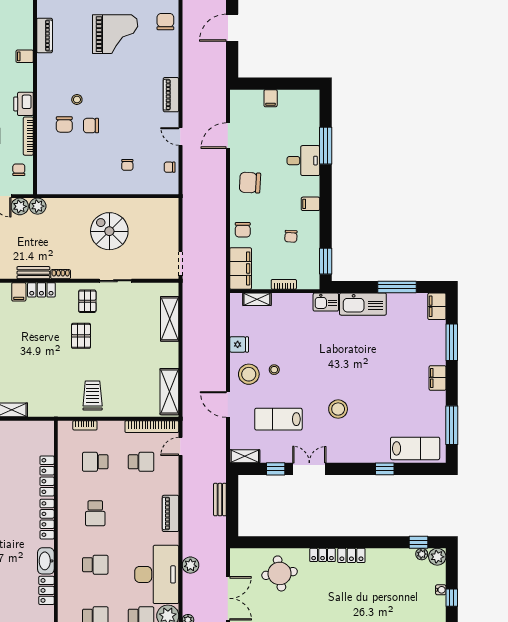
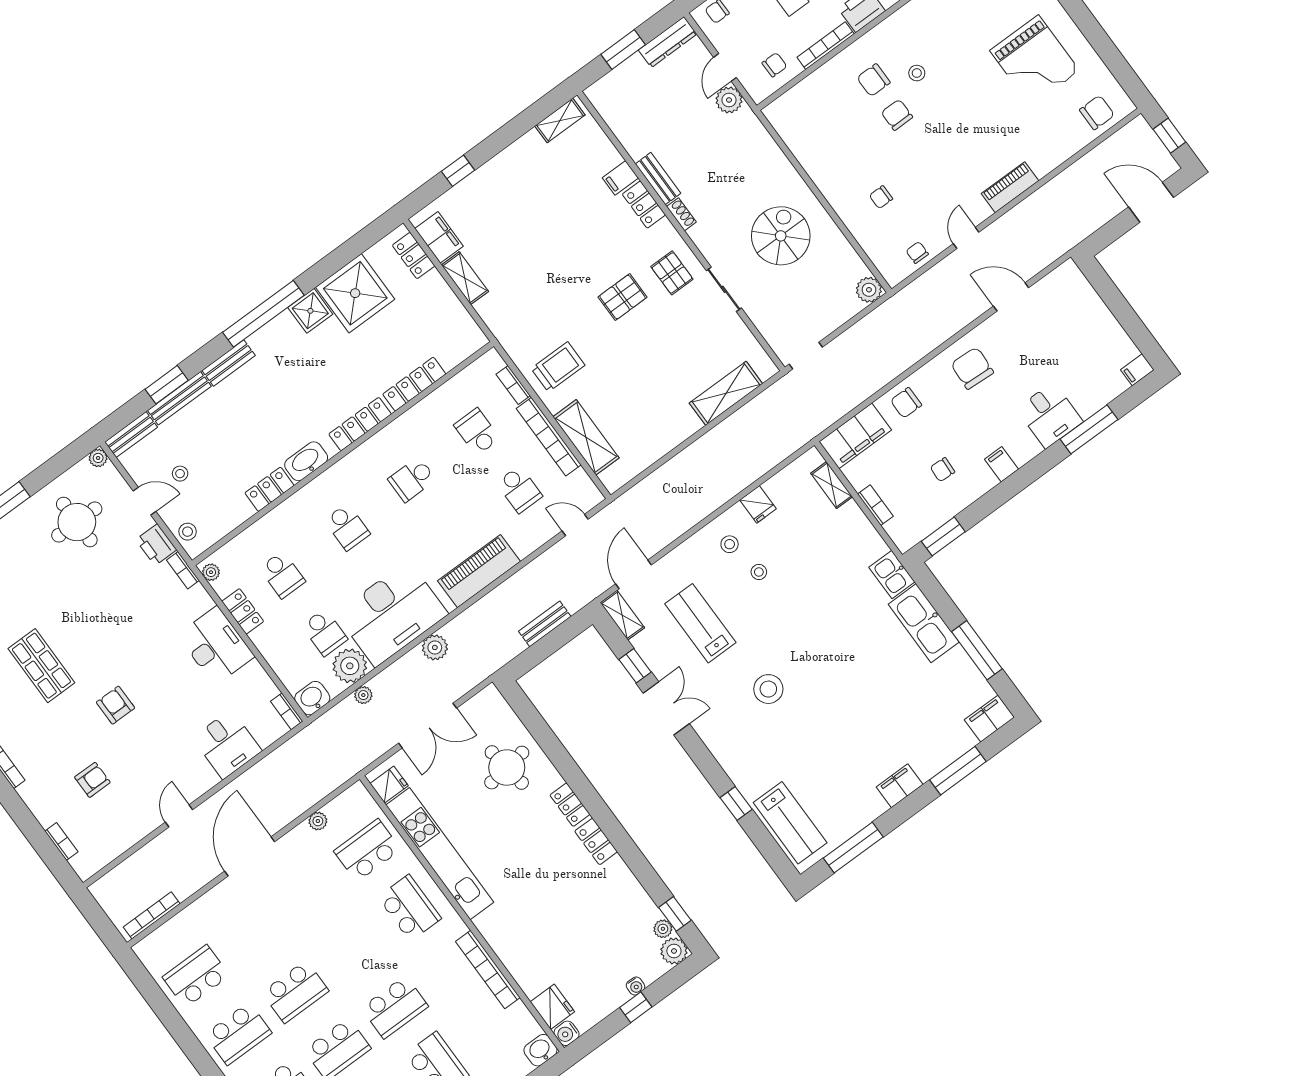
filing cabinet: (271, 98) -> (1137, 370), moved
plant: (38, 206) -> (869, 290), moved
pallet: (87, 301) -> (672, 273), turned 90
stool: (249, 374) -> (730, 544), width x0.53, depth x0.53
shelving: (169, 392) -> (586, 437), moved, turned 90
door: (228, 404) -> (633, 574), moved
bookcase: (152, 427) -> (549, 437), moved
piano: (171, 513) -> (479, 571), width x1.37, depth x1.33

